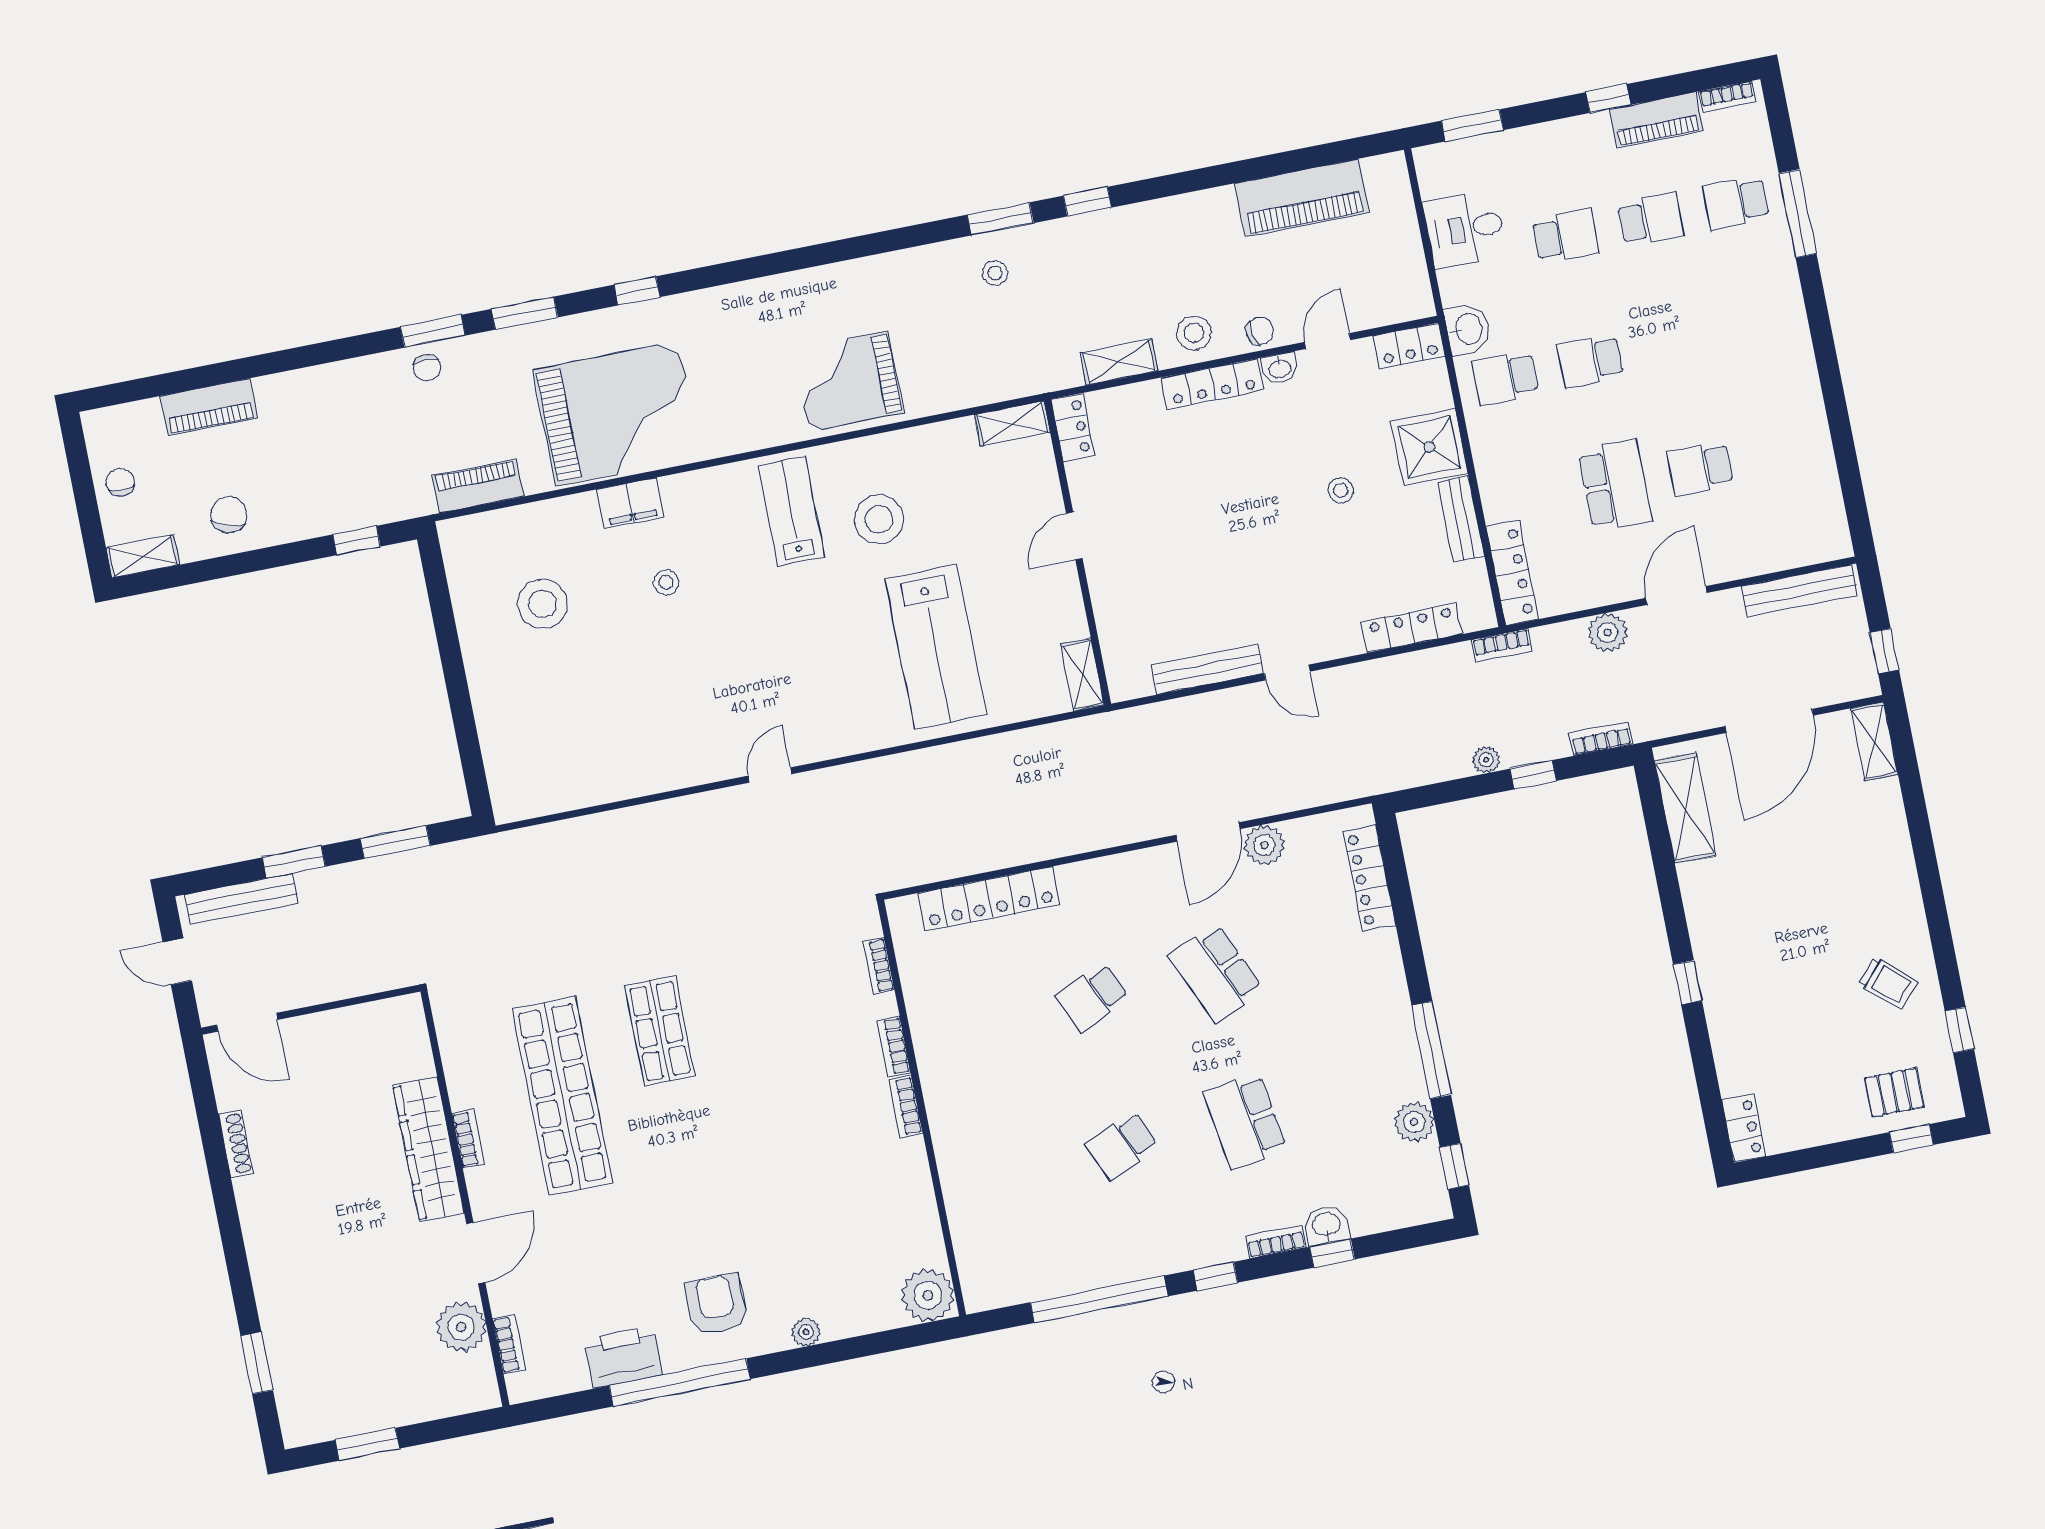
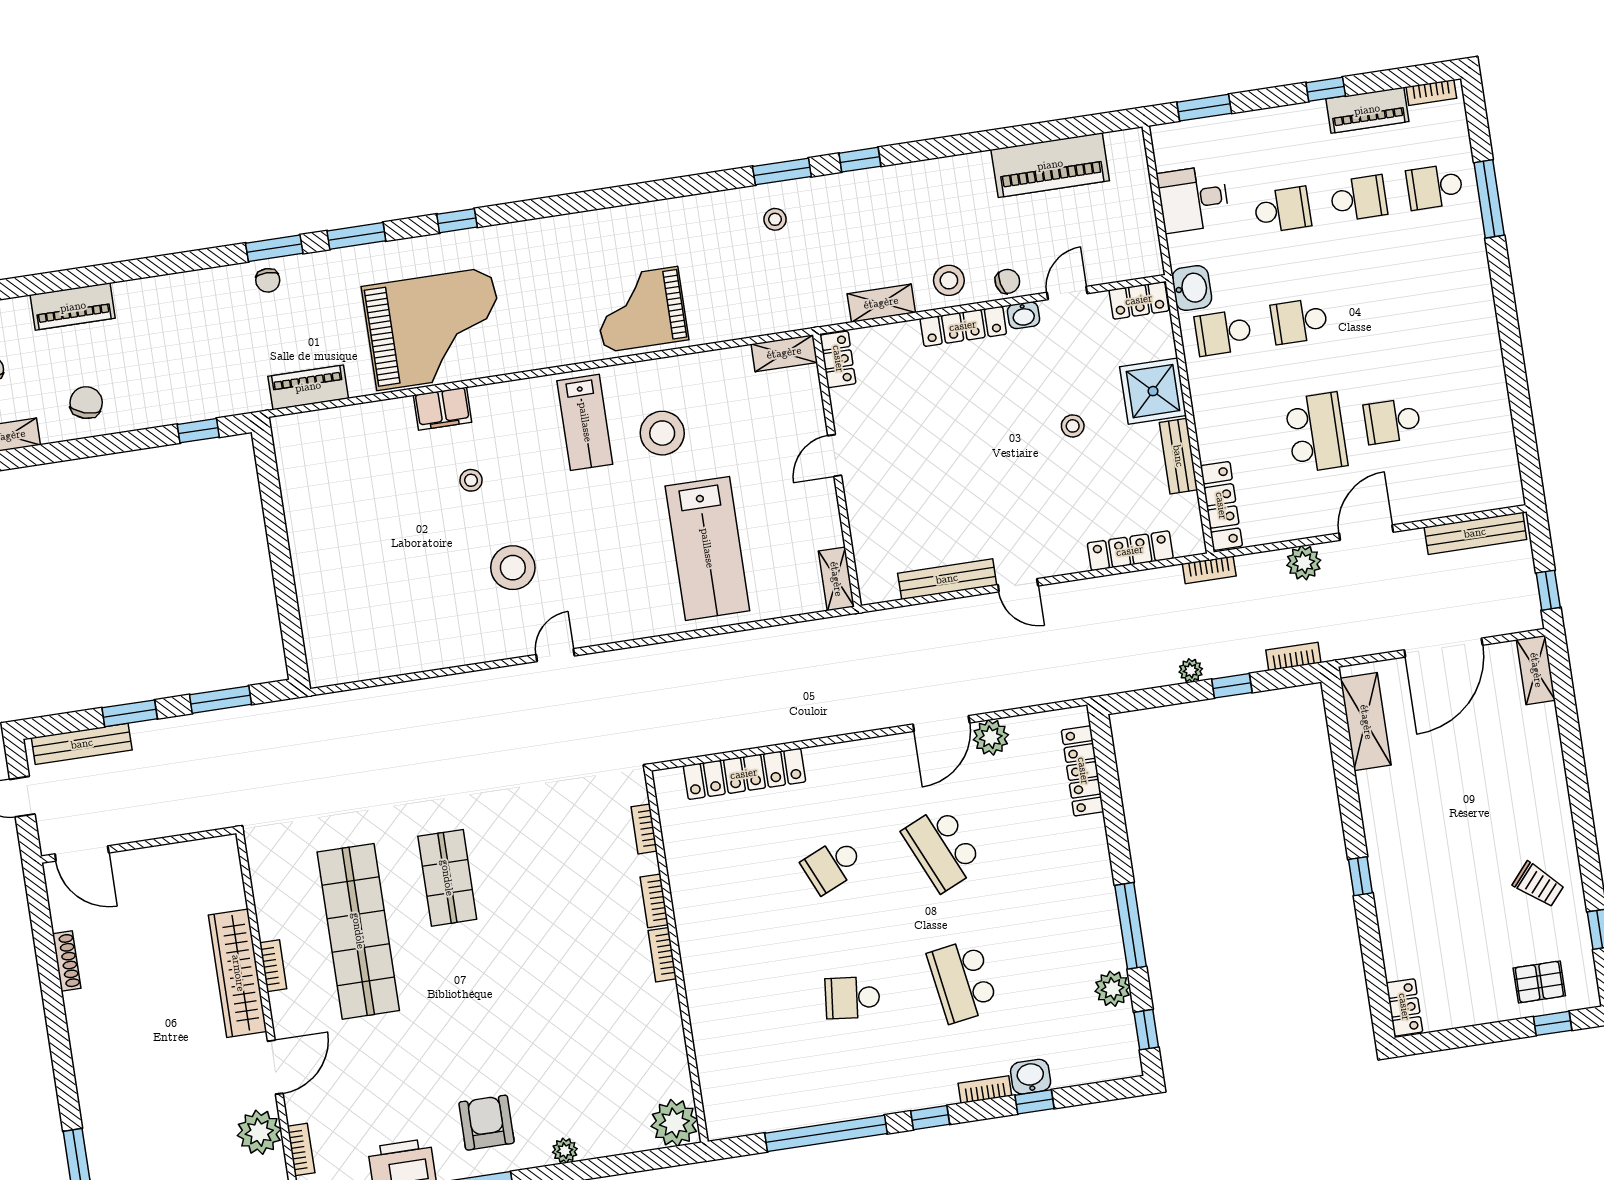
lab bench: (791, 511) -> (585, 422), turned 180
stool: (542, 604) -> (513, 568), moved
school desk: (1122, 1145) -> (852, 998), turned 30

